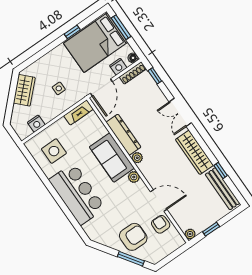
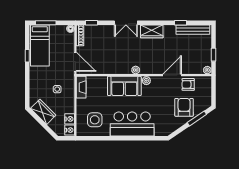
bed: (96, 43) -> (40, 46), width x0.67
nightstand: (118, 67) -> (70, 130), moved
dresser: (123, 135) -> (115, 68), removed
wardrobe: (194, 152) -> (152, 31), width x0.67

